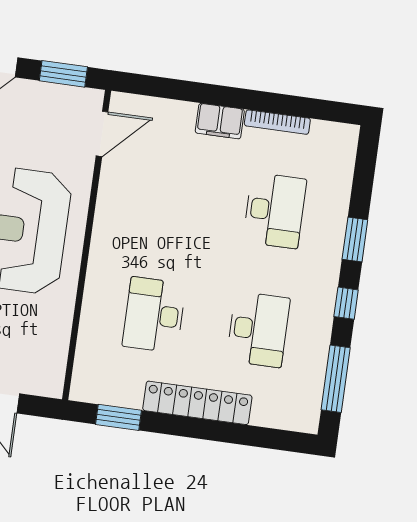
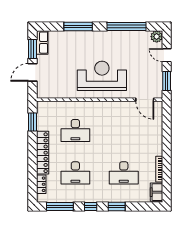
filing cabinet: (220, 121) -> (156, 192), moved
desk: (154, 315) -> (75, 131), turned 180
locker: (274, 417) -> (41, 184), added

